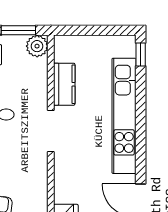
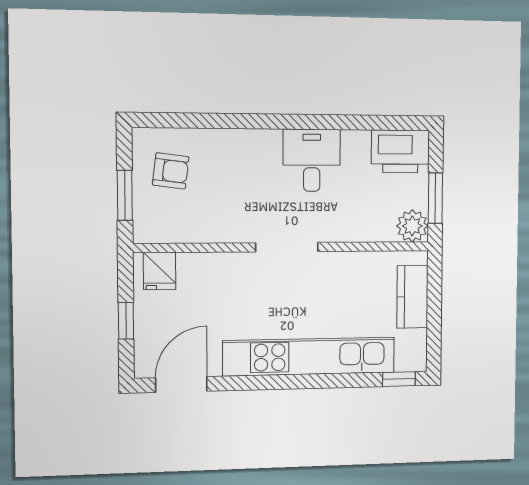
kitchen counter: (64, 84) -> (412, 297), moved, turned 90

